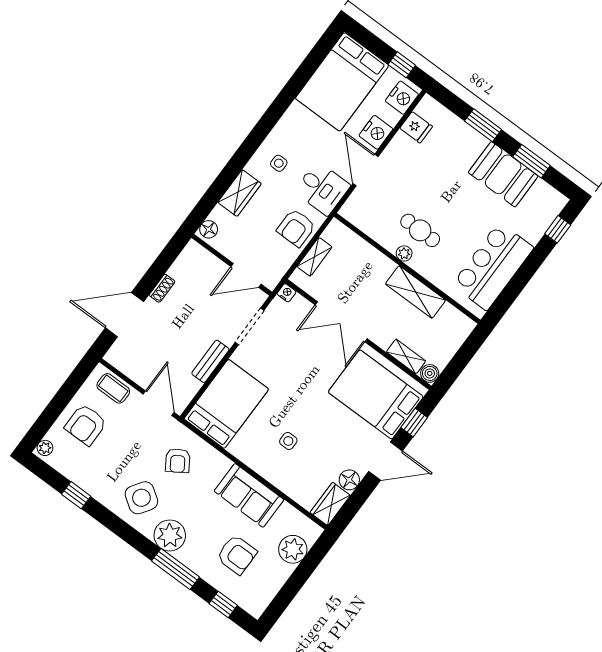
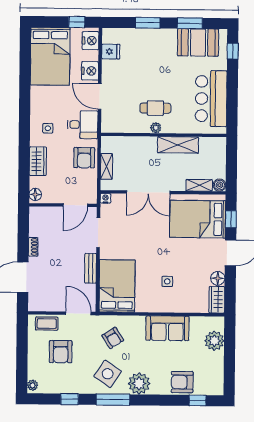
booth: (503, 174) -> (198, 43), moved
armchair: (86, 425) -> (61, 352), moved
armchair: (237, 555) -> (182, 382), moved, turned 180
window: (175, 569) -> (113, 400), moved

